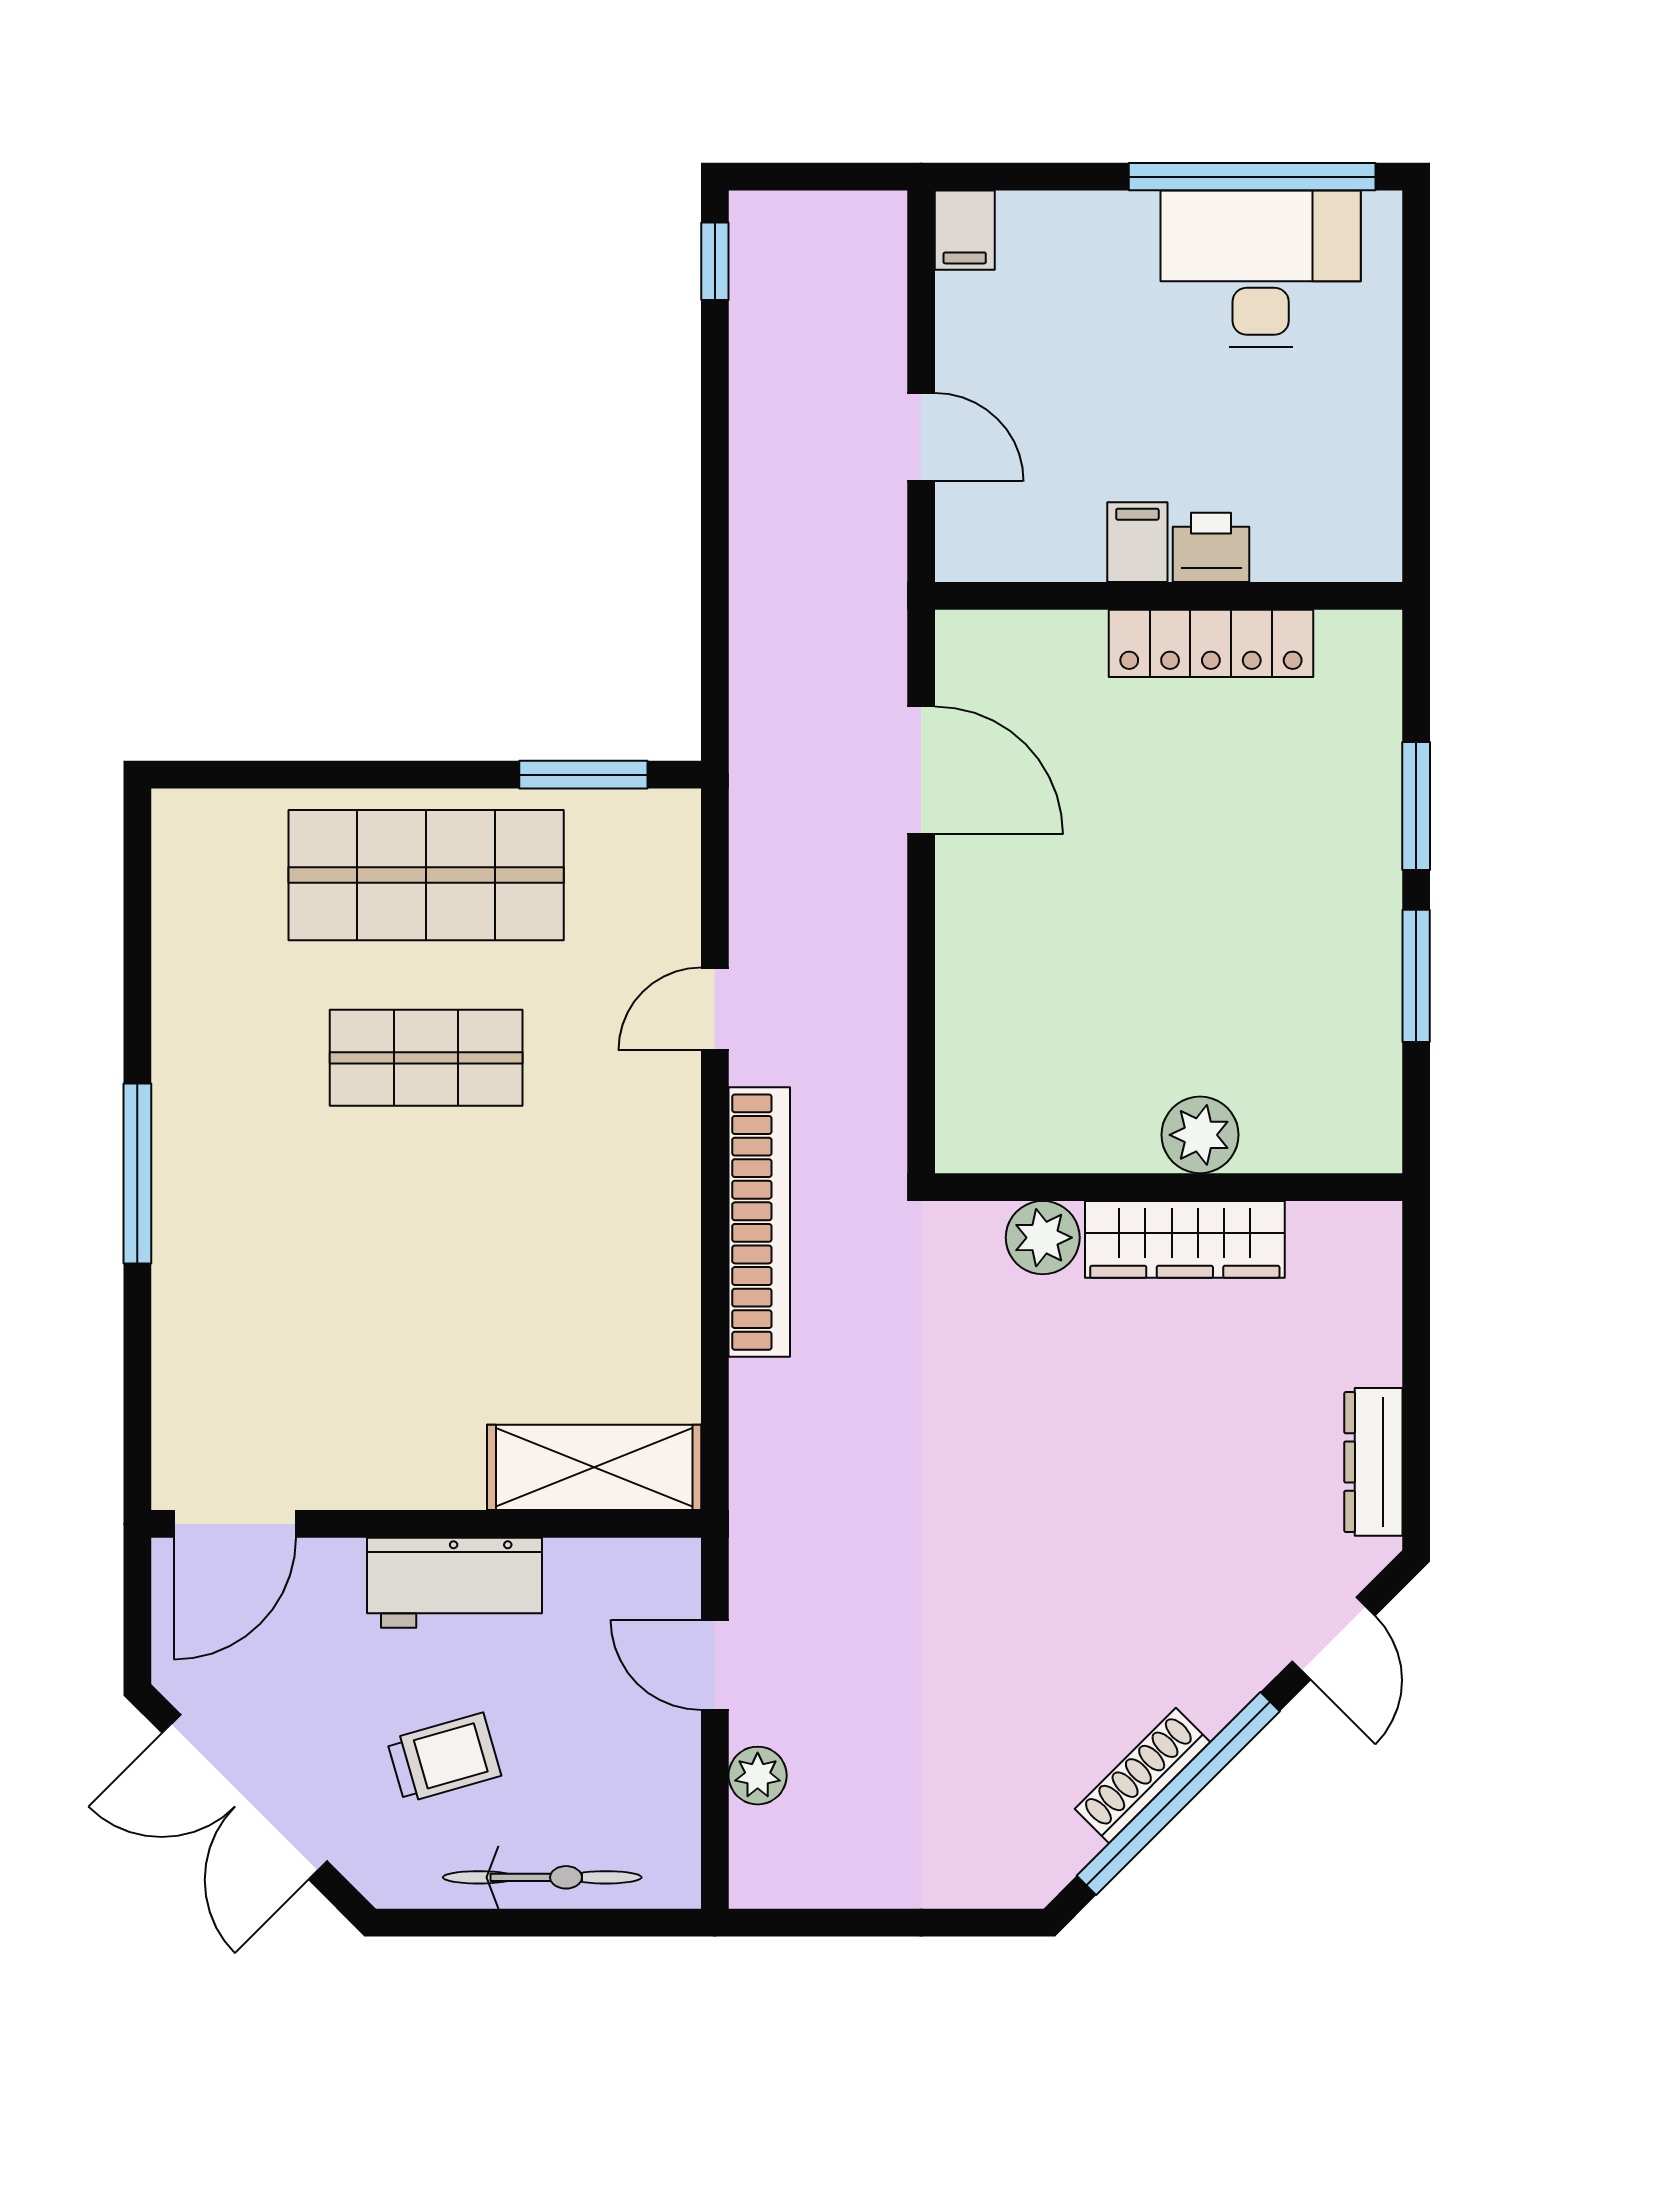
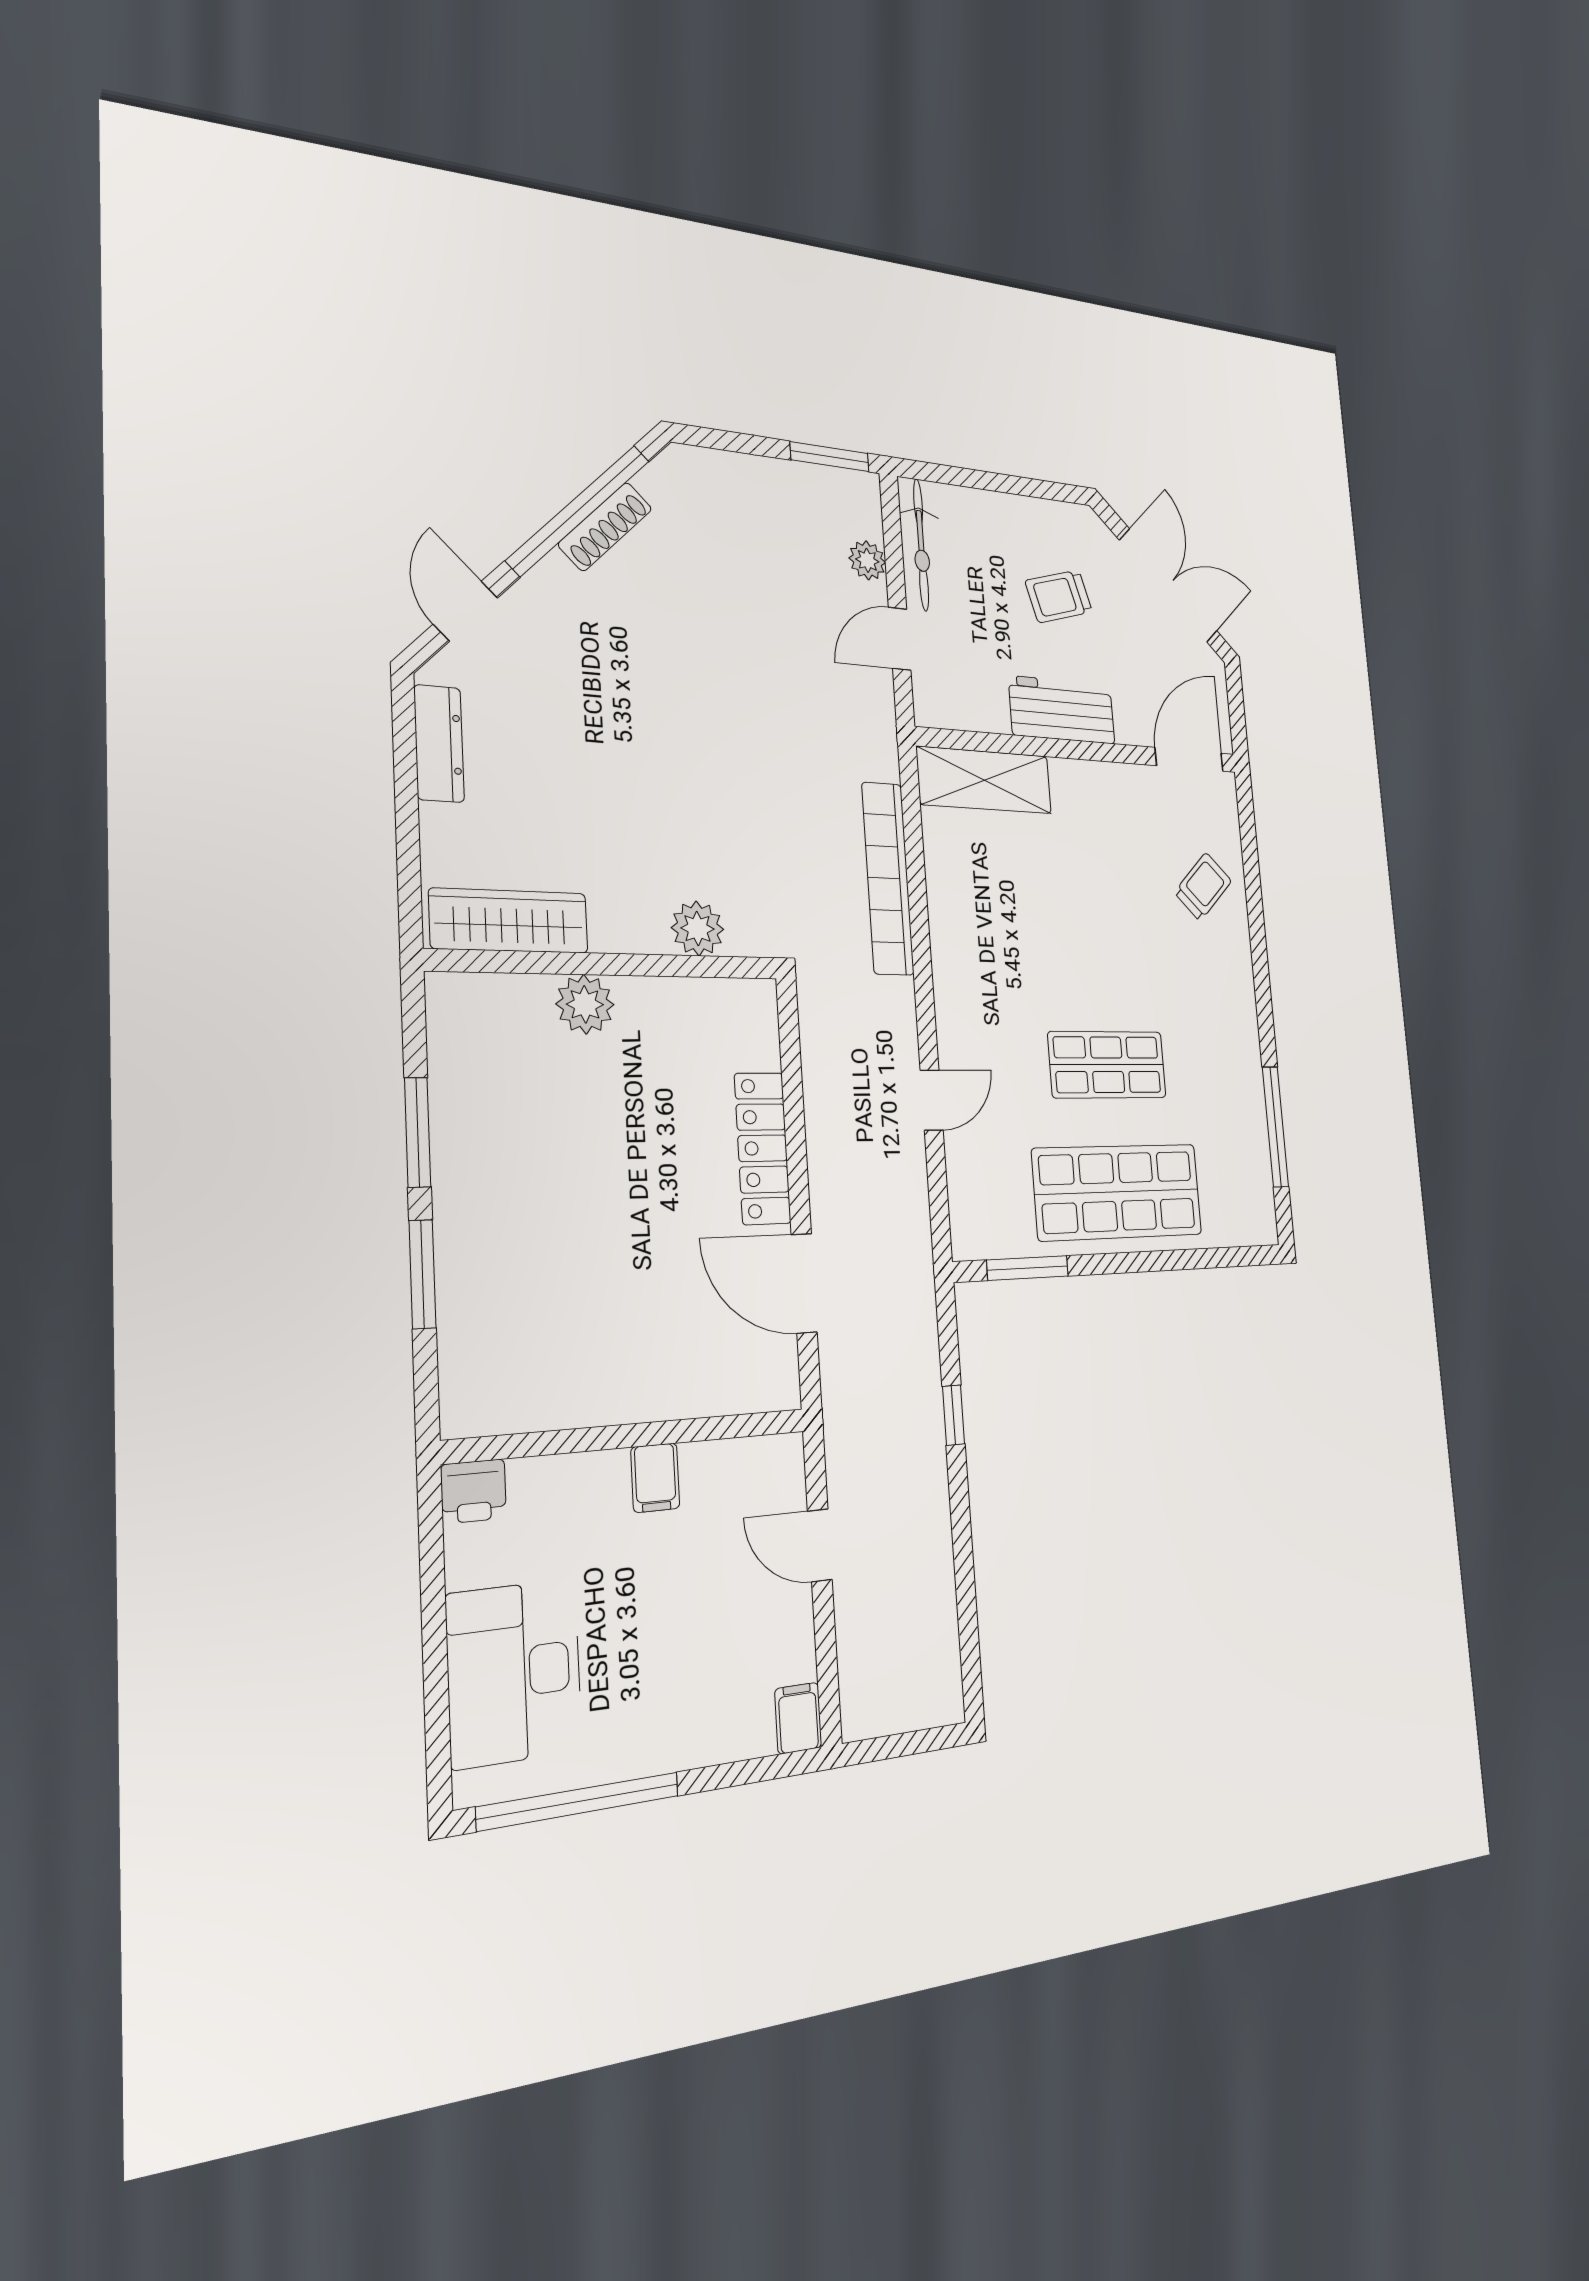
window: (715, 261) -> (954, 1415), moved
desk: (1261, 269) -> (514, 1673), moved, turned 90
printer: (1211, 547) -> (474, 1491), moved
locker: (1211, 643) -> (763, 1148), moved, turned -90
window: (137, 1173) -> (1275, 1127), moved
bookcase: (759, 1222) -> (888, 878), moved
wardrobe: (1185, 1239) -> (509, 921), moved
trolley: (230, 1327) -> (1203, 887), added
door: (715, 1665) -> (900, 639), swing flipped
bicycle: (542, 1877) -> (921, 545), moved, turned -90
window: (806, 1923) -> (830, 457), added

